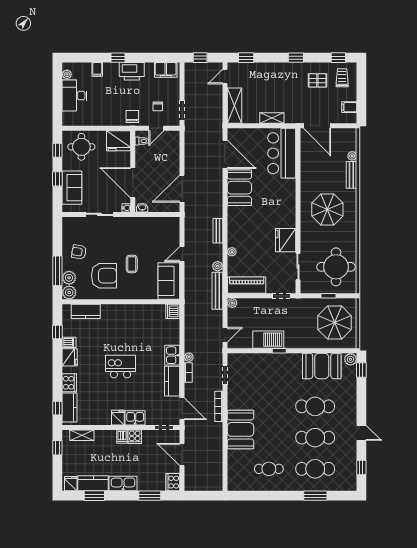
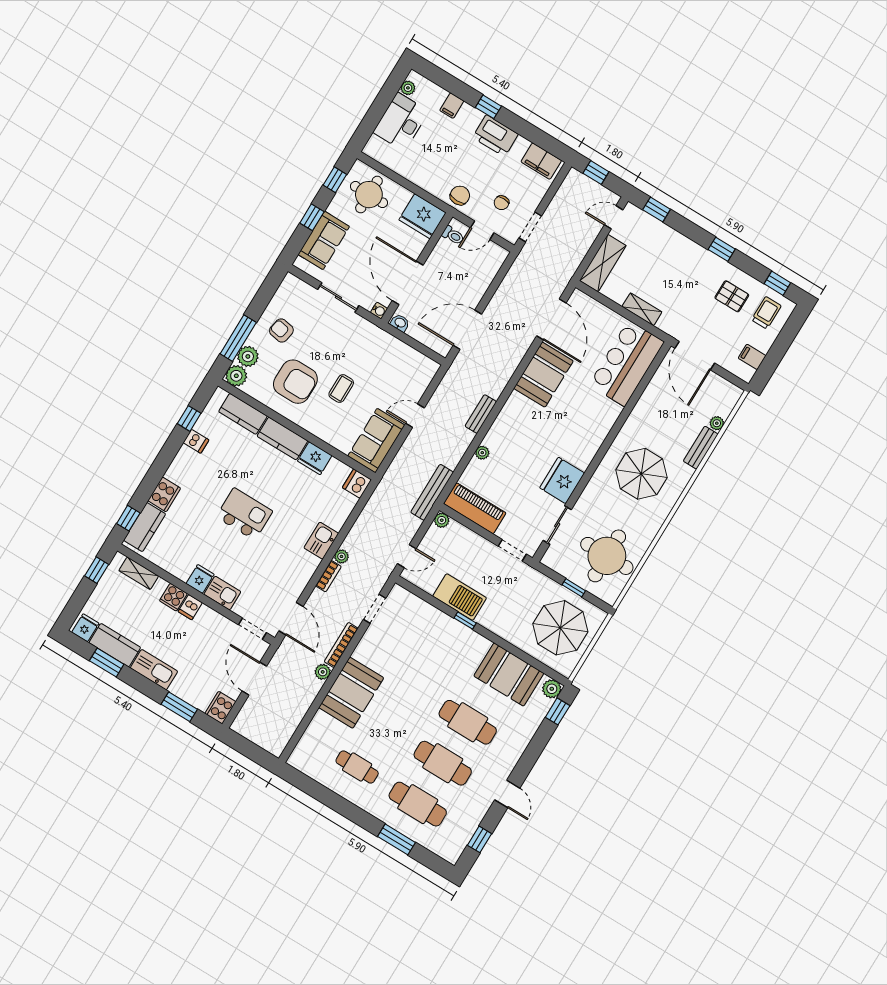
plant: (218, 266) -> (323, 672), moved
fridge: (70, 357) -> (315, 458), moved, turned 90
kitchen counter: (172, 381) -> (282, 438), moved, turned -90
cooker: (135, 437) -> (173, 597), moved

